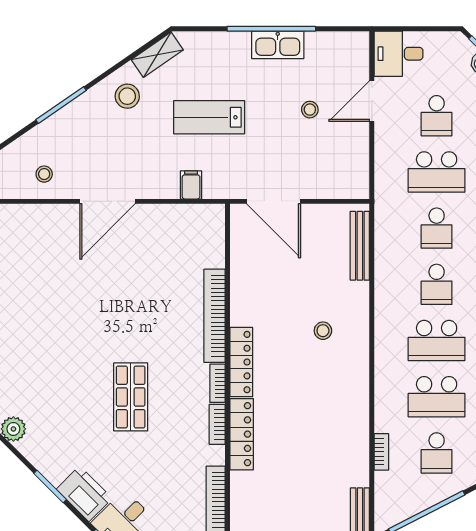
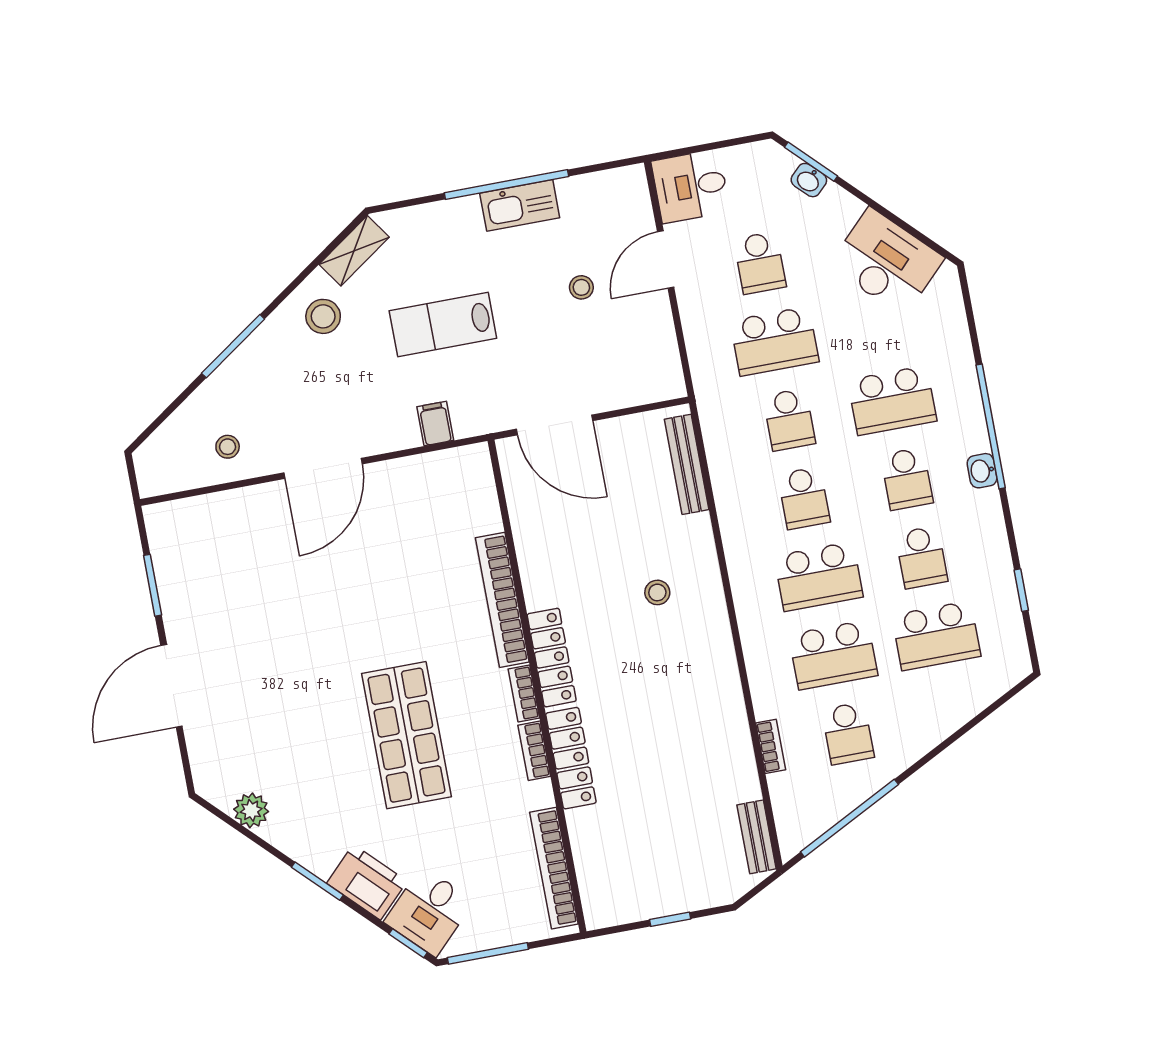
shop shelf: (131, 397) -> (406, 735), width x1.43, depth x1.36

